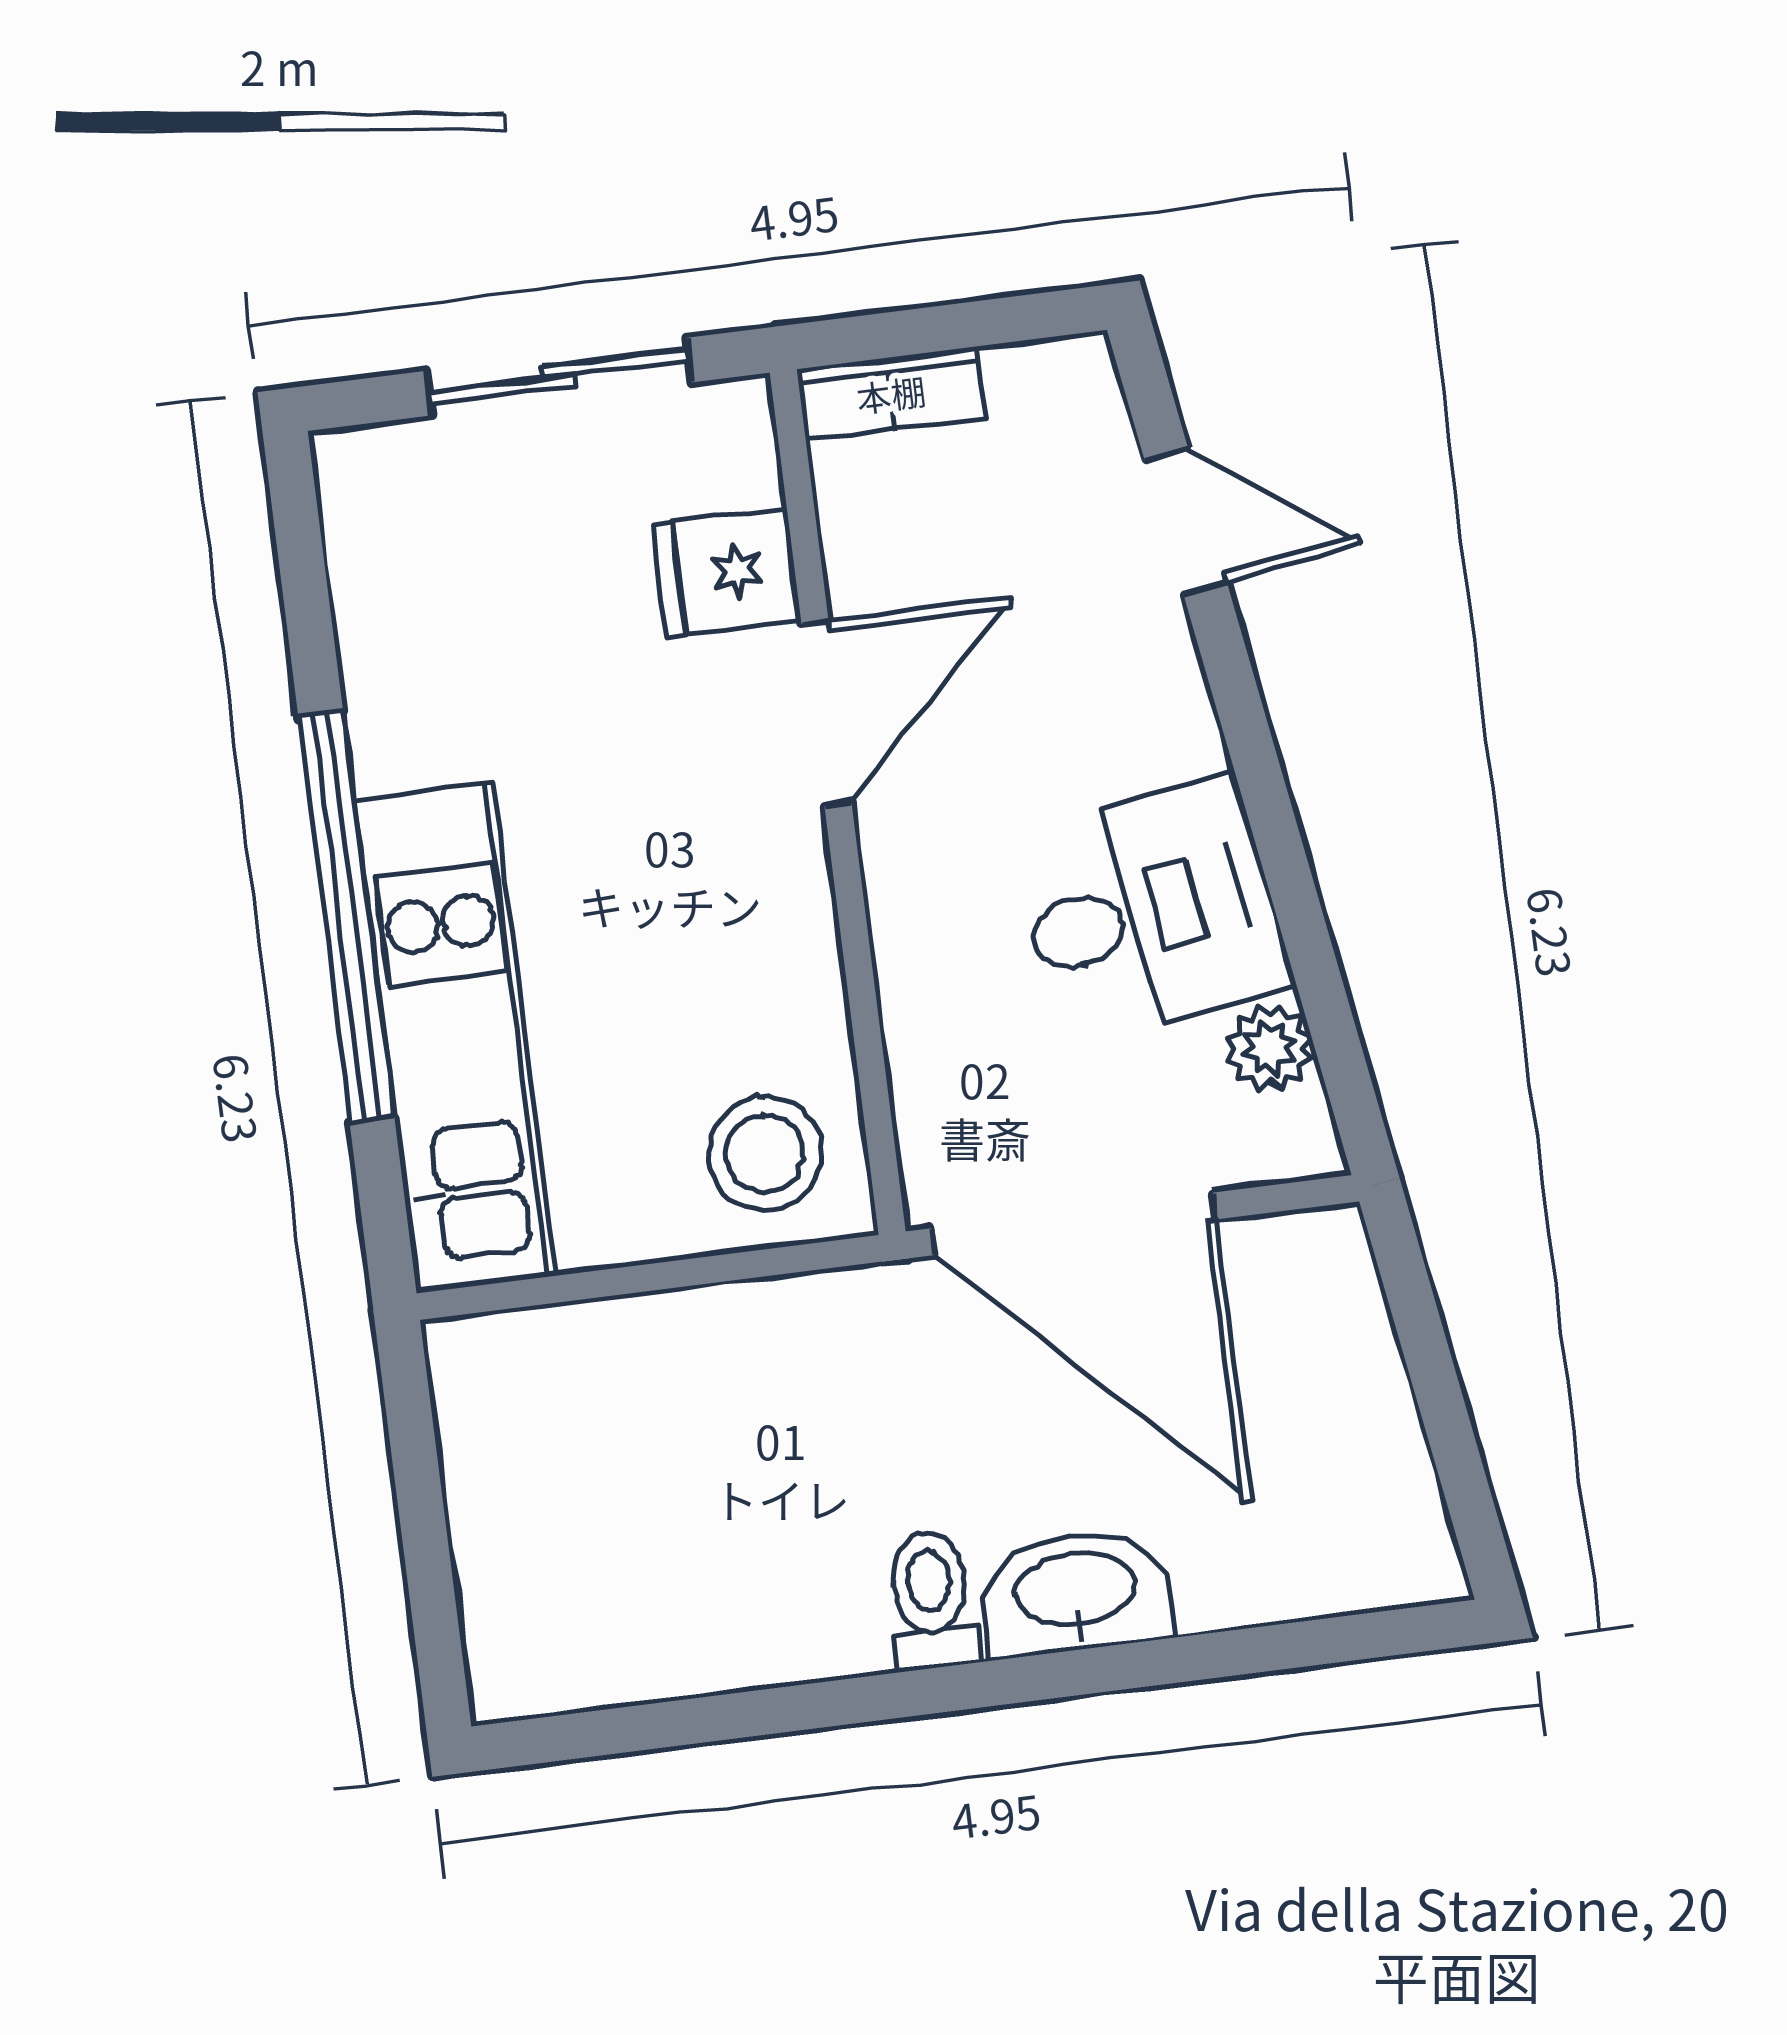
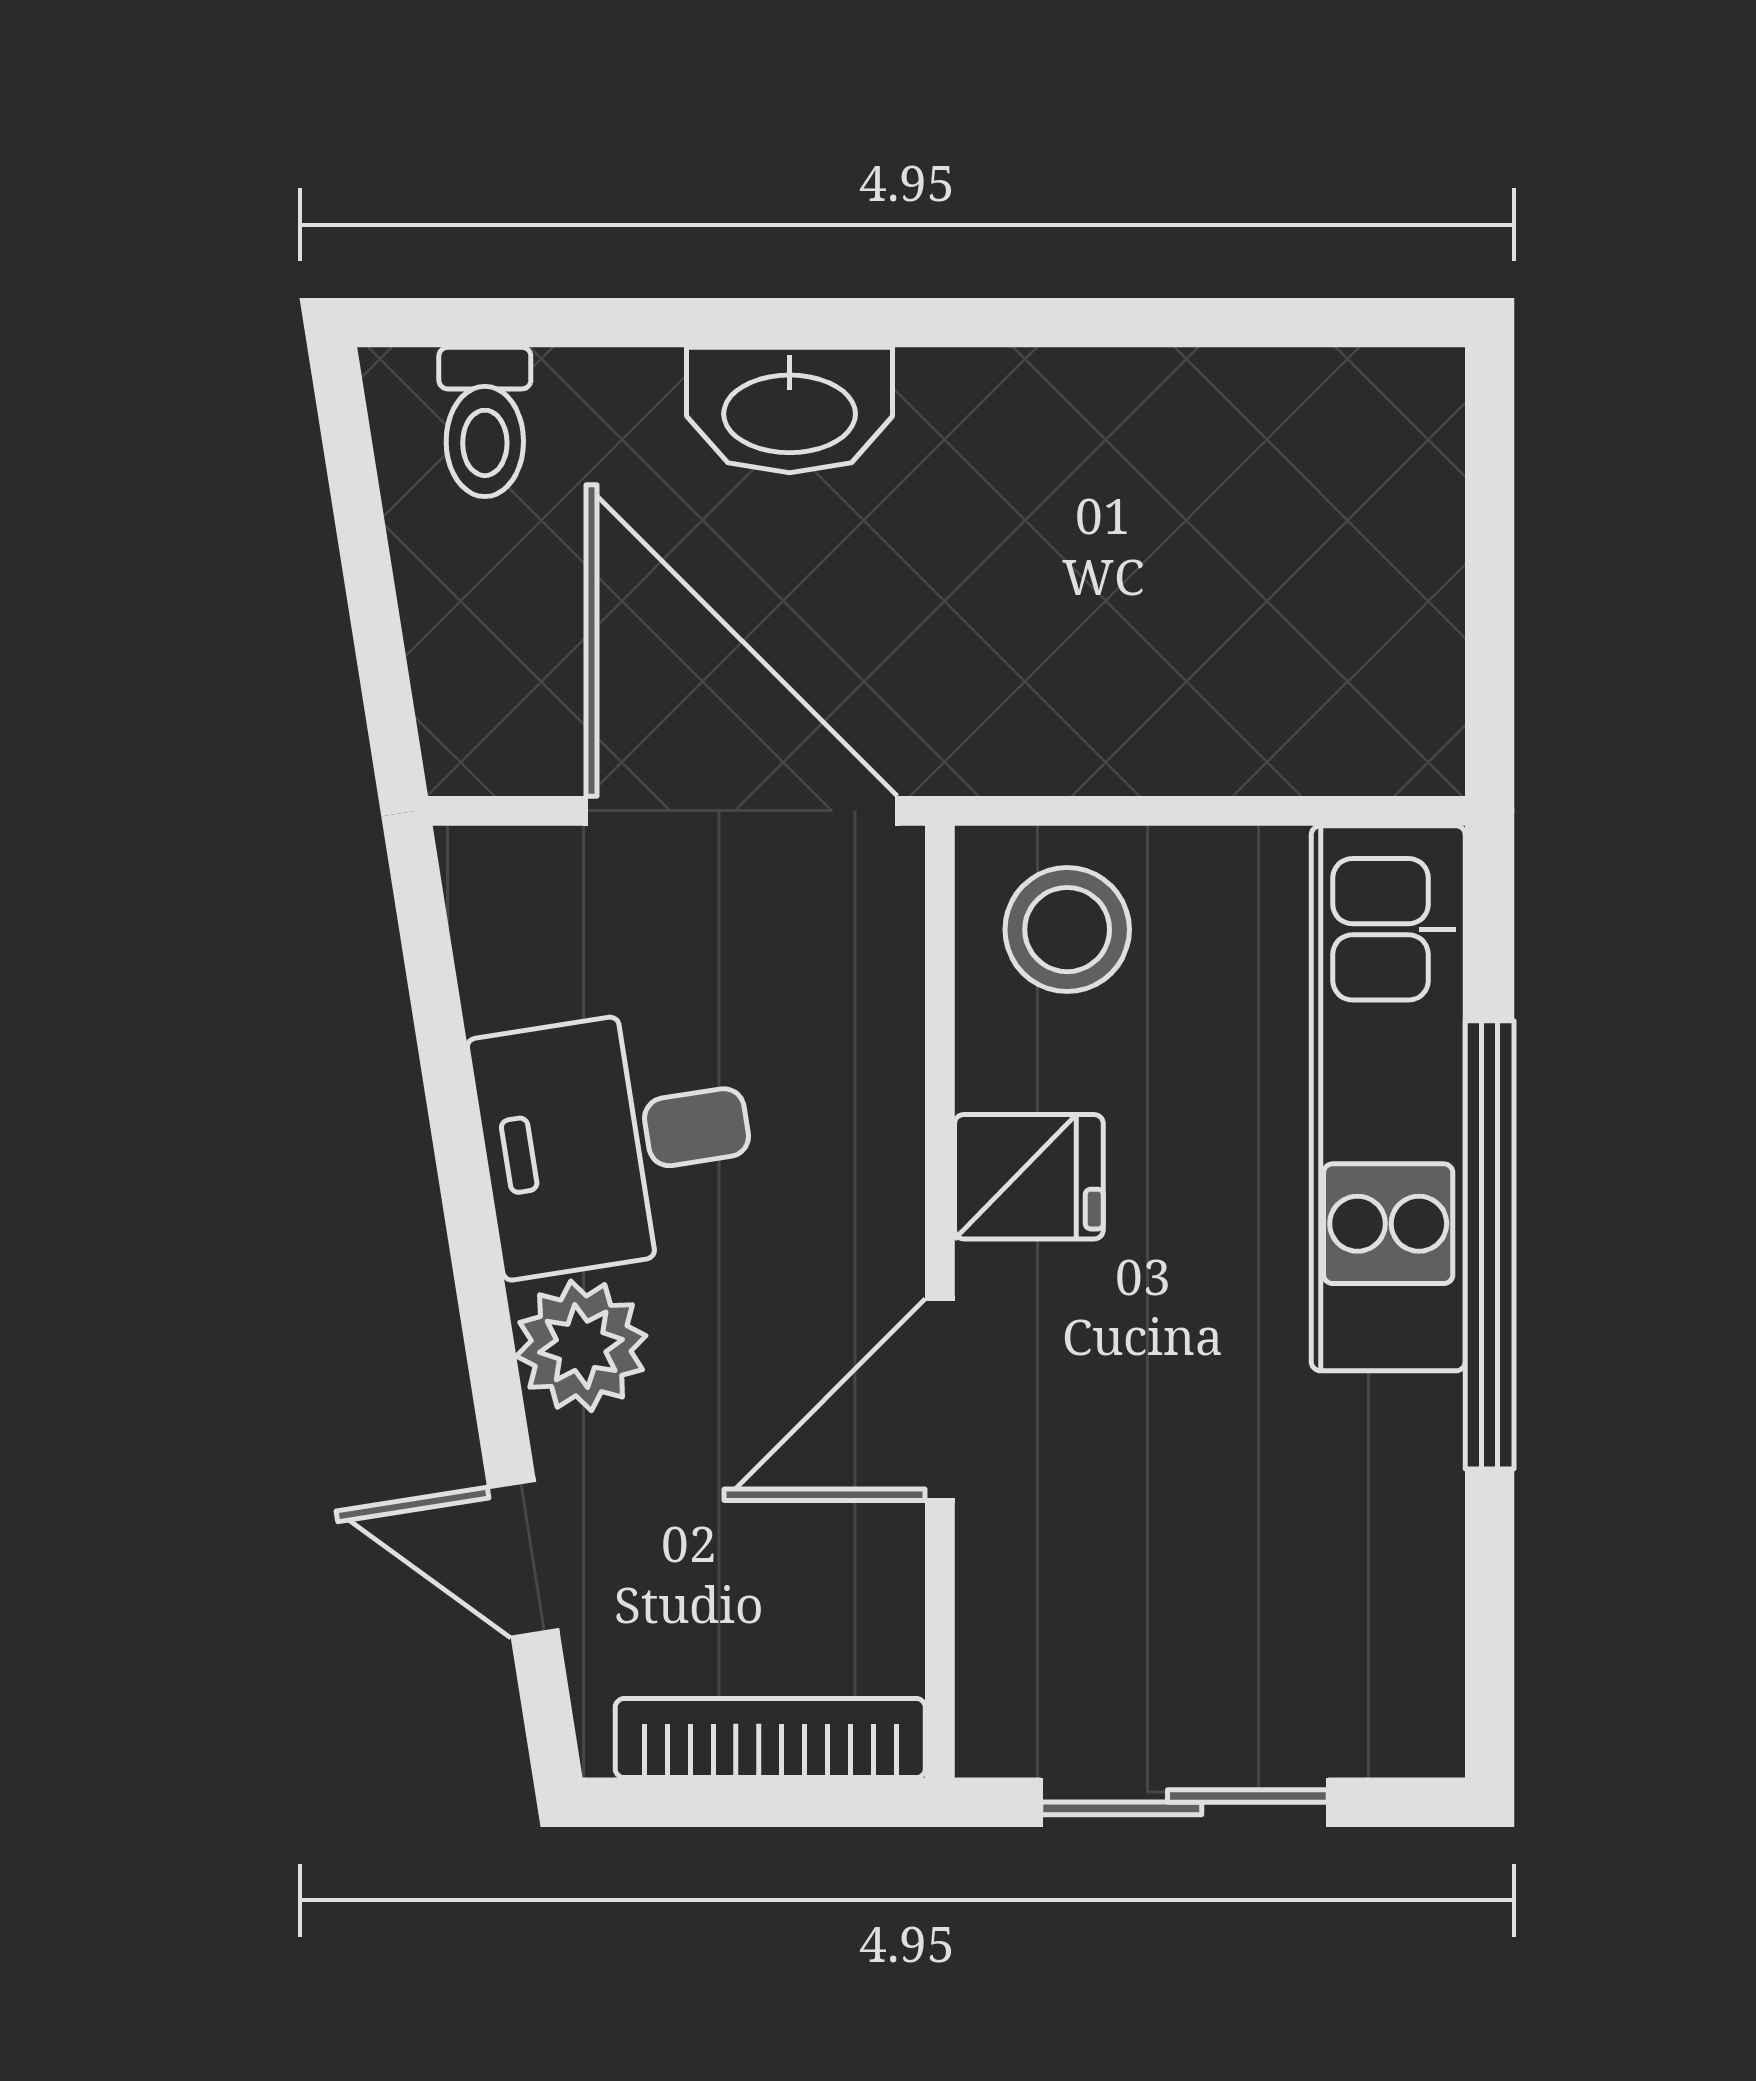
bookcase: (891, 394) -> (770, 1738), width x1.56
fridge: (727, 572) -> (1029, 1177), moved
plant: (1270, 1048) -> (581, 1346), moved, width x1.38, depth x1.38
toilet: (931, 1600) -> (485, 422), moved

